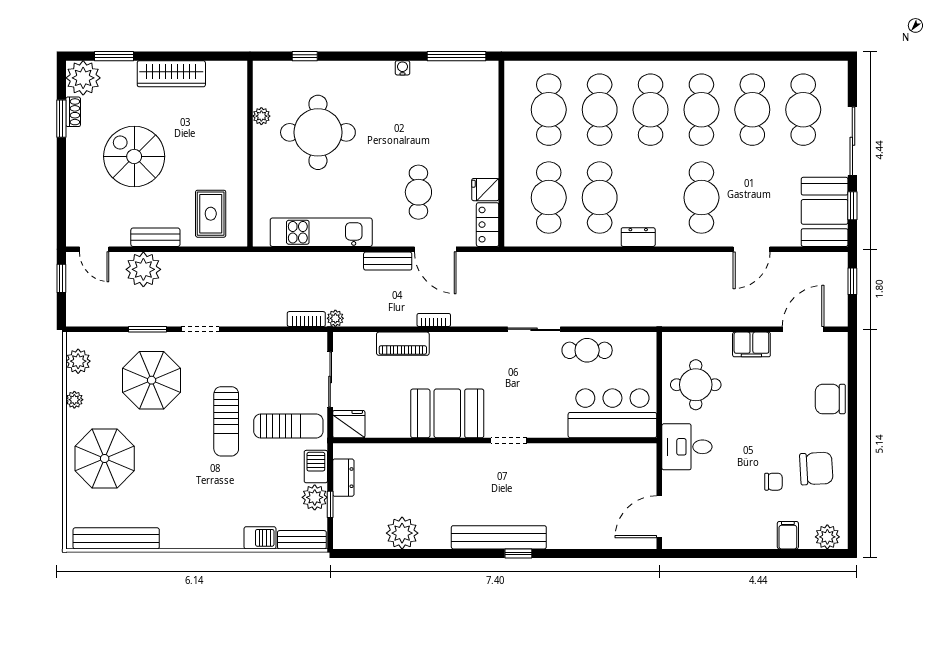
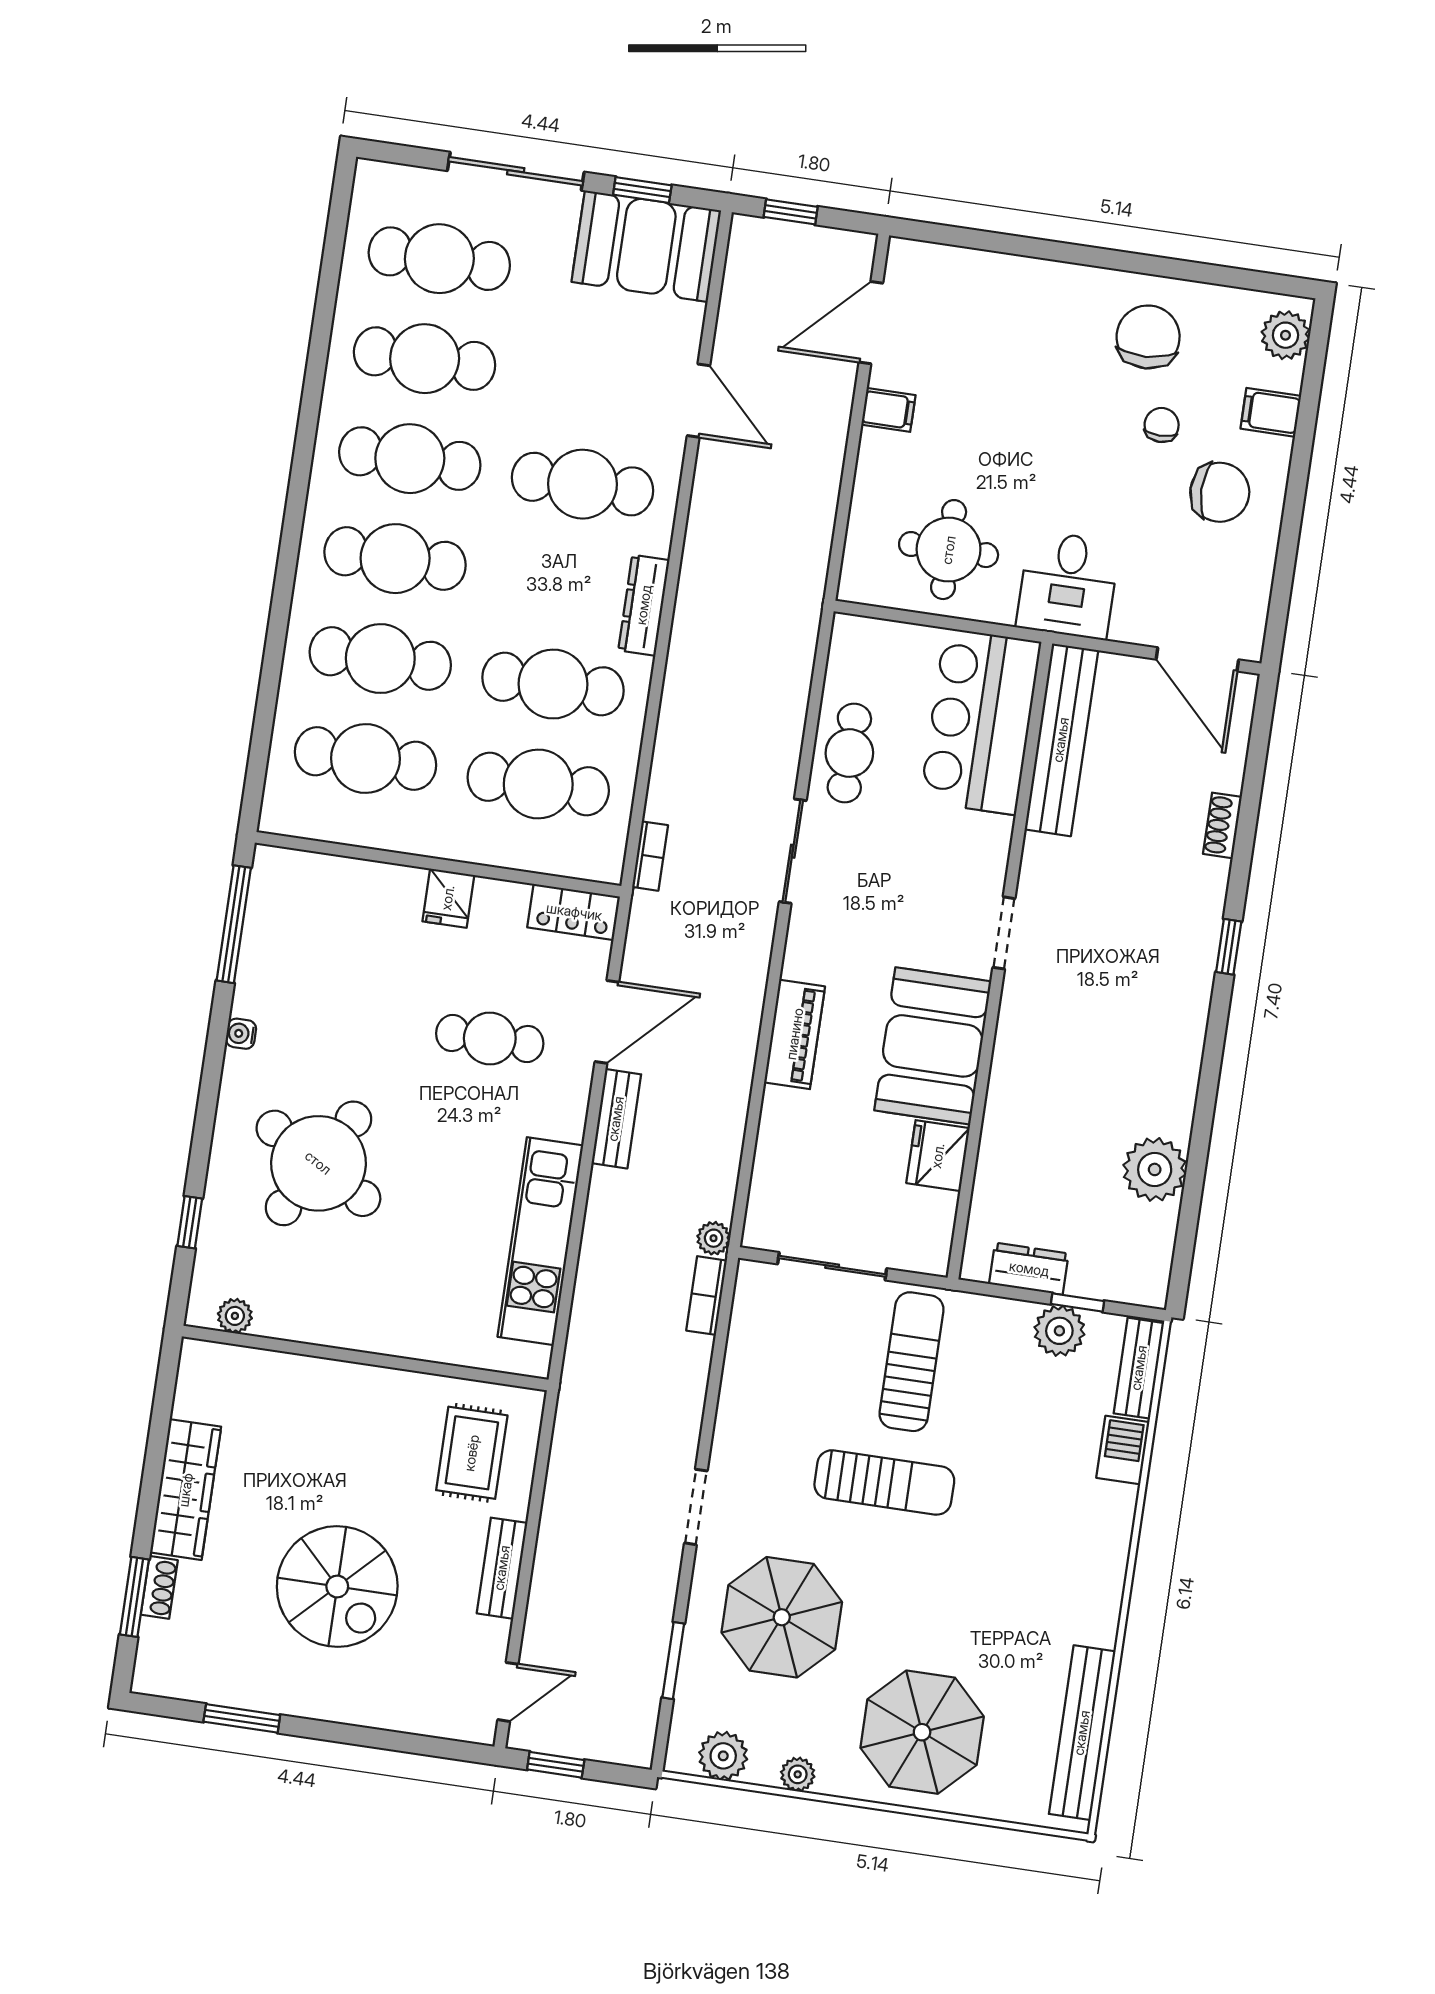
plant: (83, 78) -> (168, 1664), removed
shoe rack: (73, 112) -> (159, 1587), moved, turned 90
plant: (261, 116) -> (235, 1316), moved
round table: (318, 132) -> (318, 1163), moved, turned 30
spiral stairs: (134, 156) -> (337, 1587), turned -90
fridge: (485, 190) -> (448, 898), moved
rug: (211, 214) -> (472, 1453), turned 90
dresser: (638, 237) -> (644, 605), width x1.44
plant: (143, 269) -> (562, 1601), removed
bookcase: (434, 320) -> (650, 856), moved, turned 180
window: (147, 329) -> (673, 1661), moved
door: (803, 329) -> (871, 323), hinge flipped
piano: (403, 344) -> (795, 1034), moved
filing cabinet: (751, 344) -> (888, 410), width x0.50
chair: (830, 399) -> (1220, 492), moved, turned -90
fridge: (349, 424) -> (938, 1156), moved
barbecue: (316, 467) -> (999, 1320), removed
bench: (499, 537) -> (1061, 740), moved
shoe rack: (578, 541) -> (1222, 825), added

